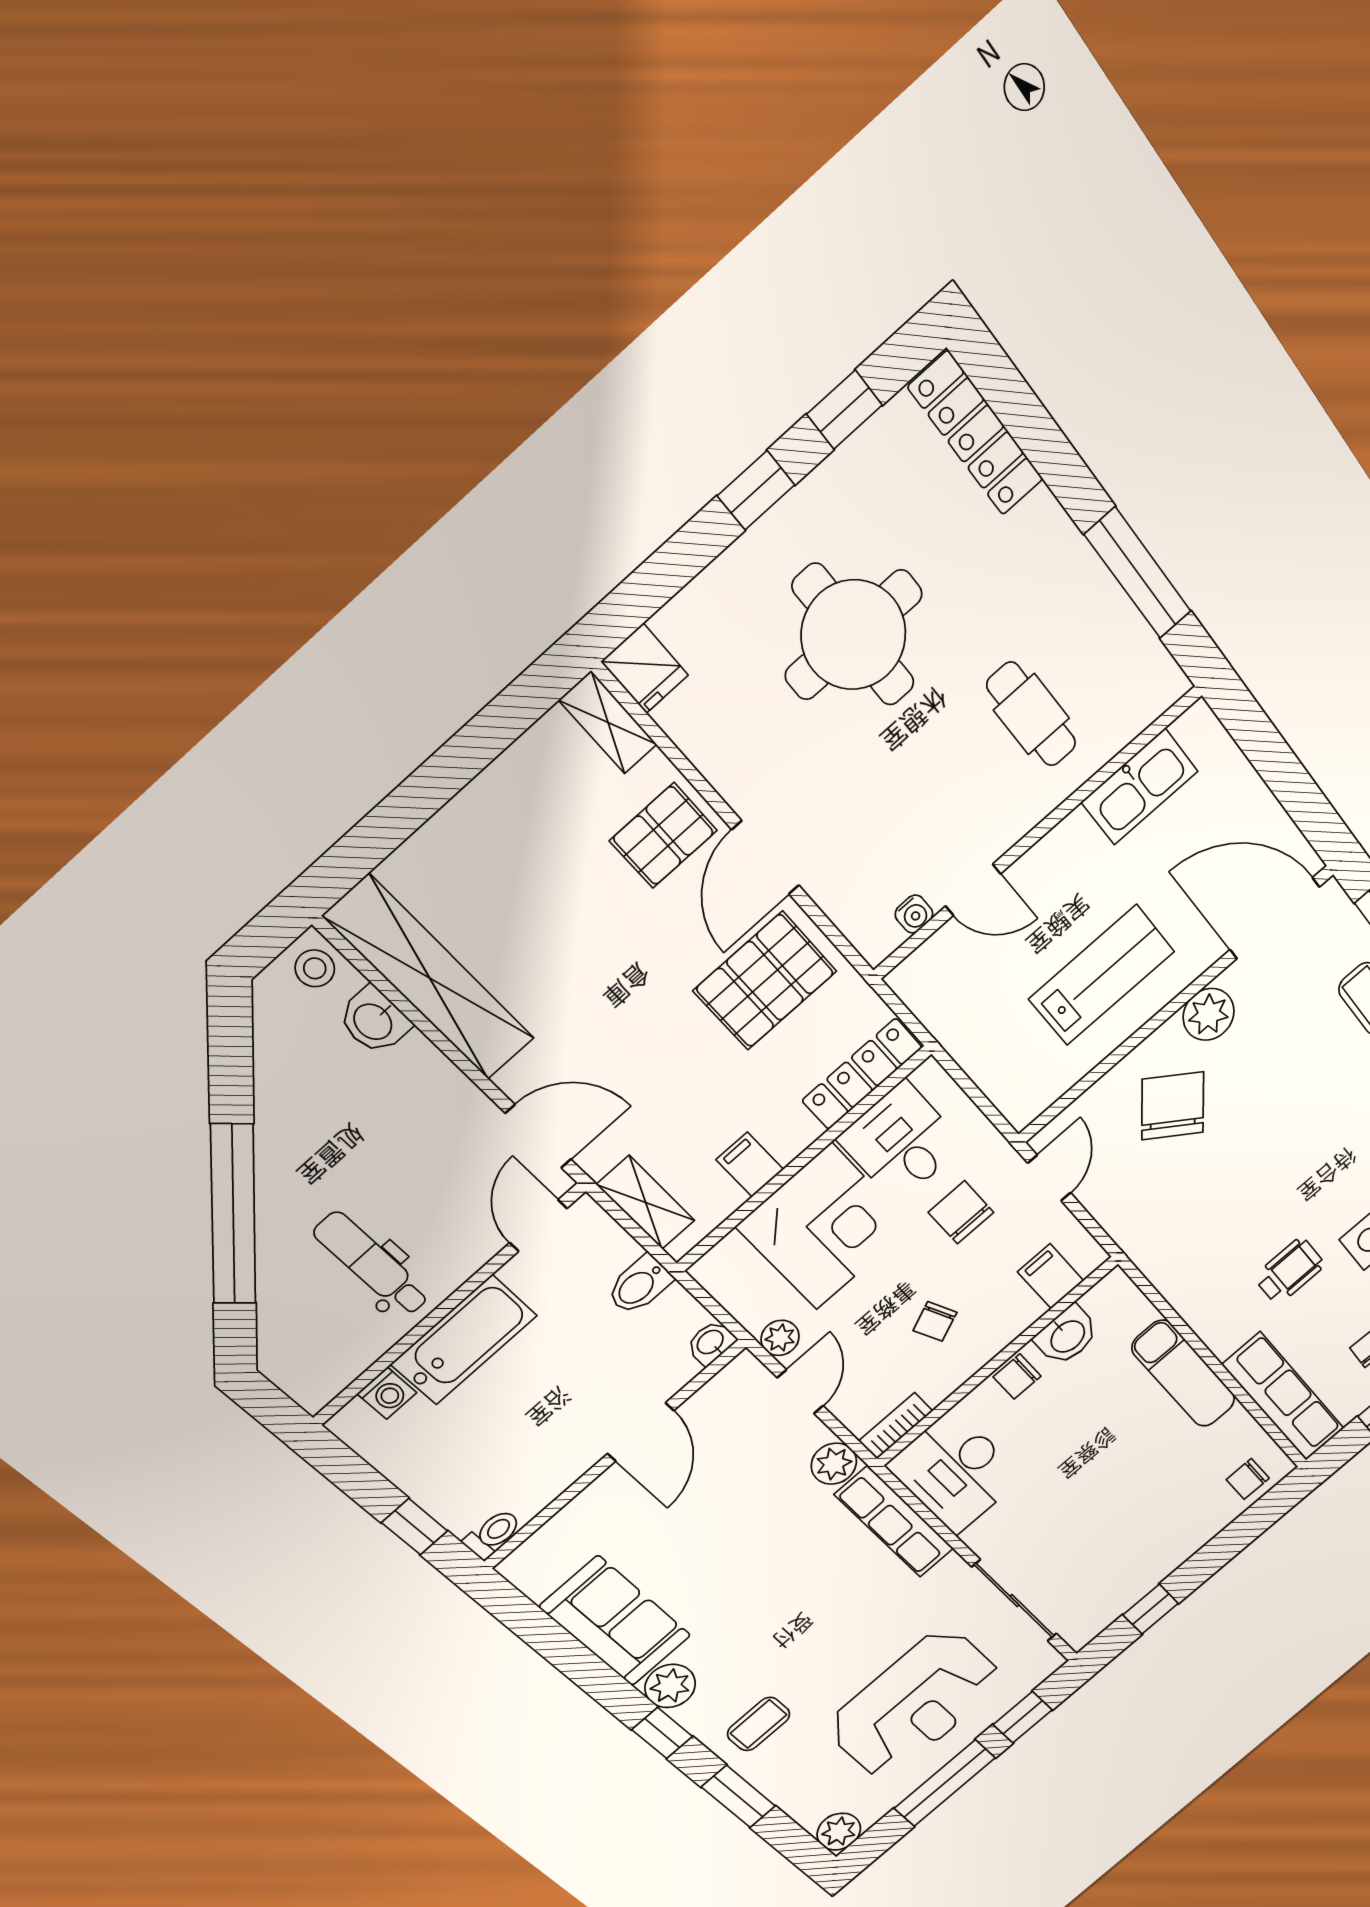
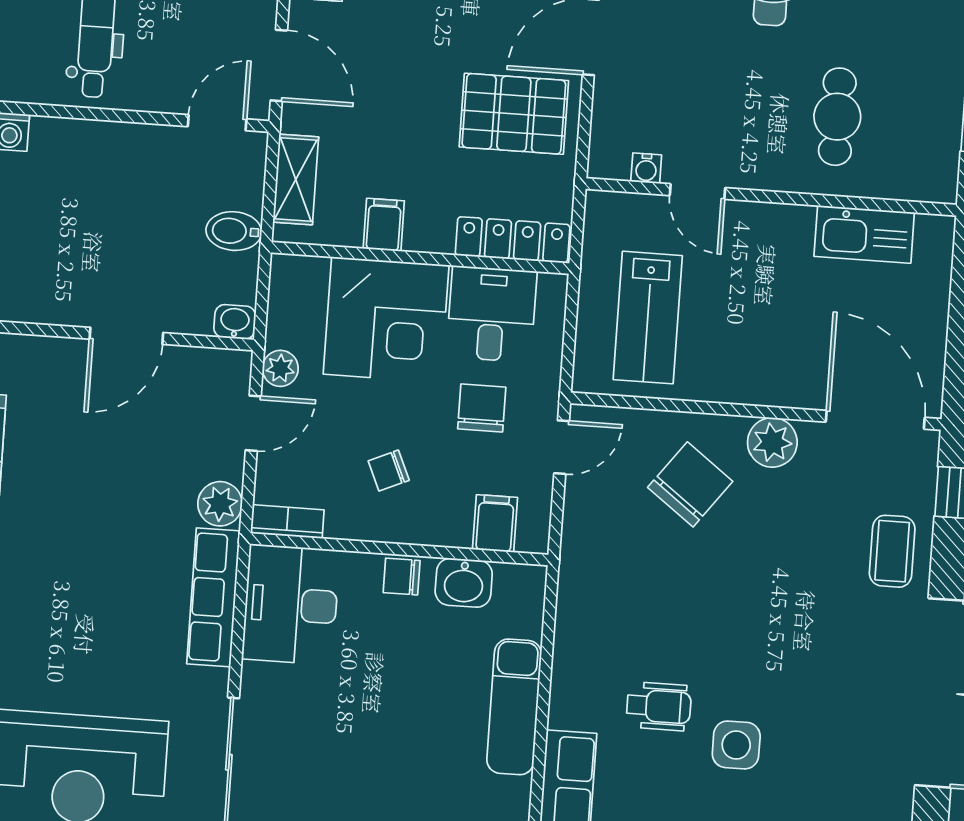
lab bench: (1102, 975) -> (648, 318), moved, turned 90
bathtub: (464, 1340) -> (93, 148), removed

